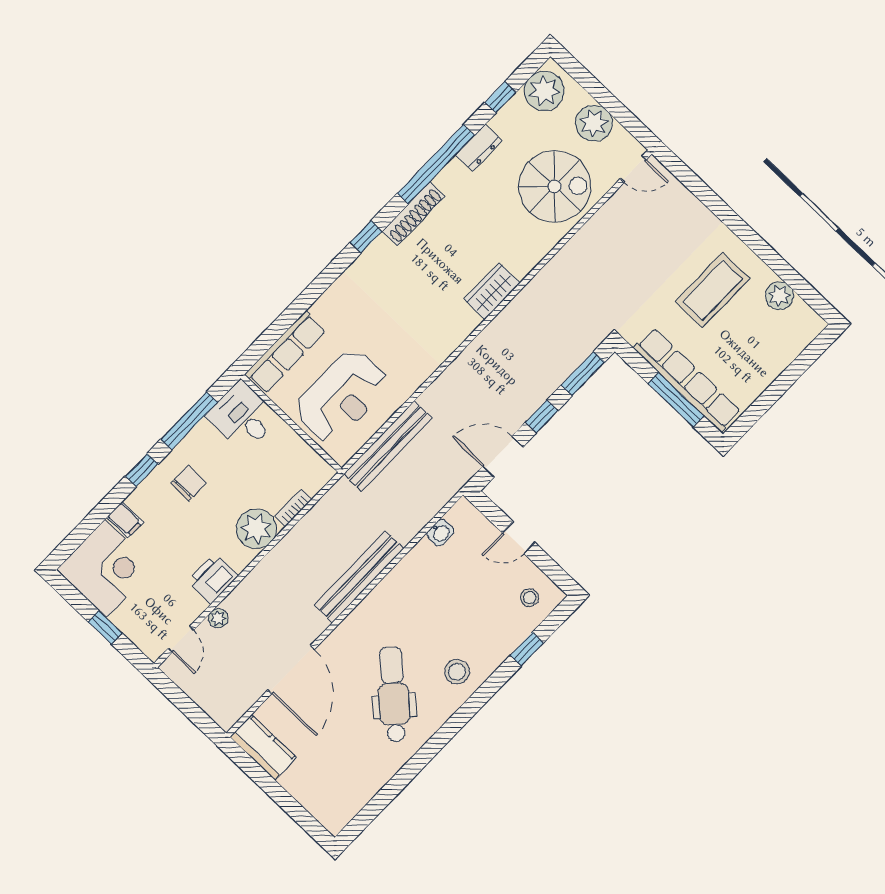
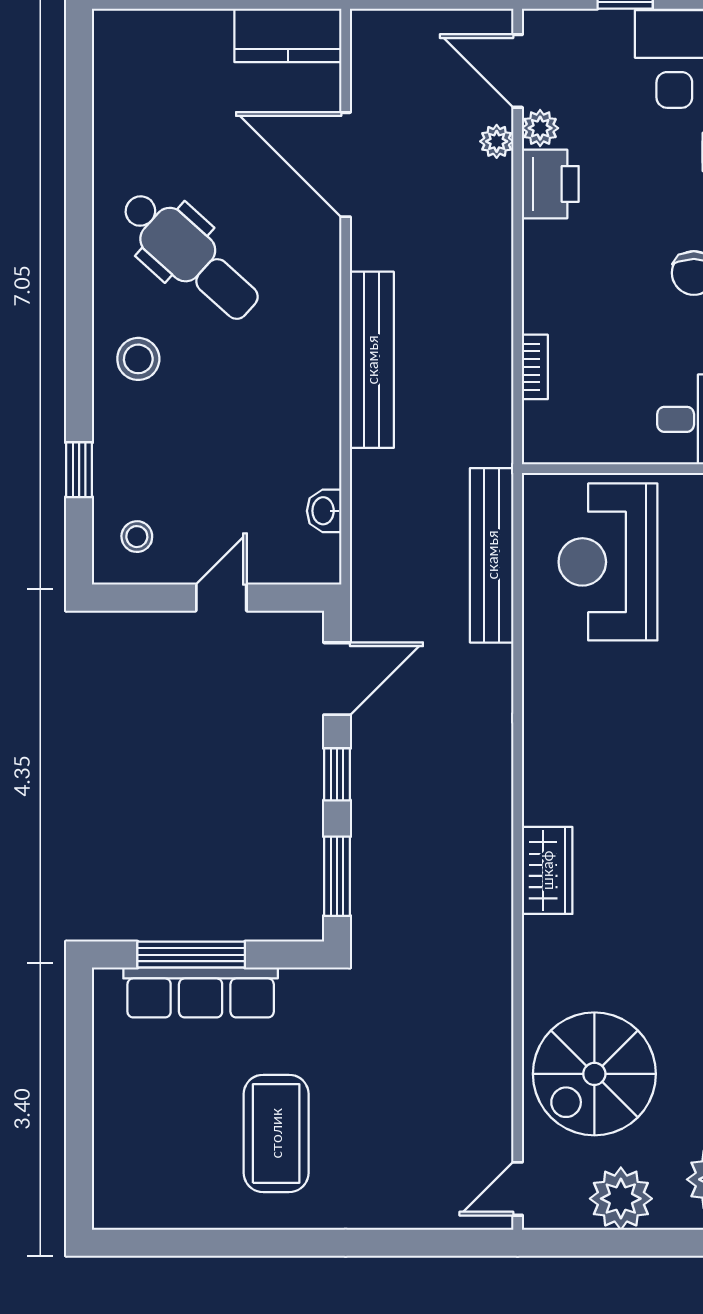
plant: (779, 296) -> (187, 1206), removed
row of seats: (687, 380) -> (201, 992), width x0.73
plant: (256, 529) -> (540, 128), moved, width x0.53, depth x0.53
door: (181, 639) -> (518, 71), width x1.38

